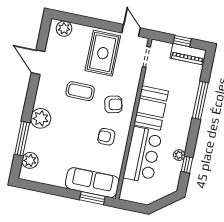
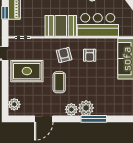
window: (22, 139) -> (94, 119), moved
plant: (30, 160) -> (71, 109), moved

